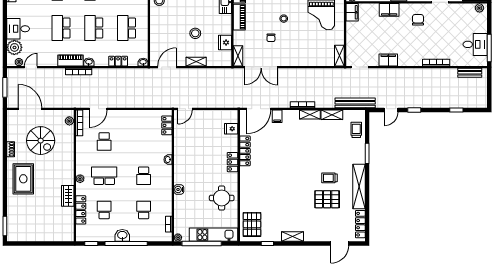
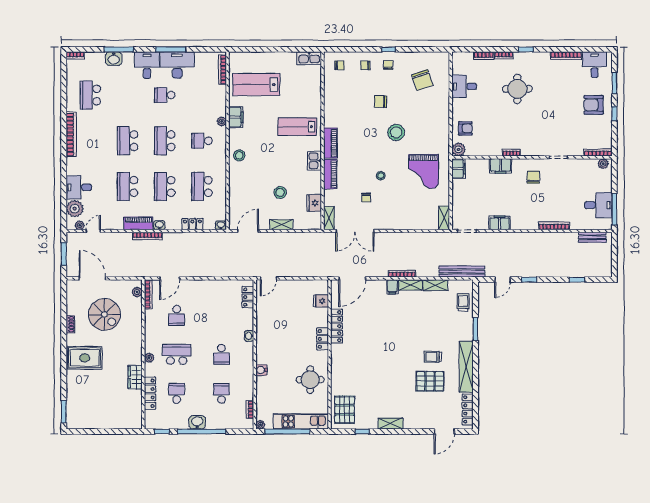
filing cabinet: (277, 116) -> (392, 287), moved
rug: (23, 179) -> (85, 358), turned 90

